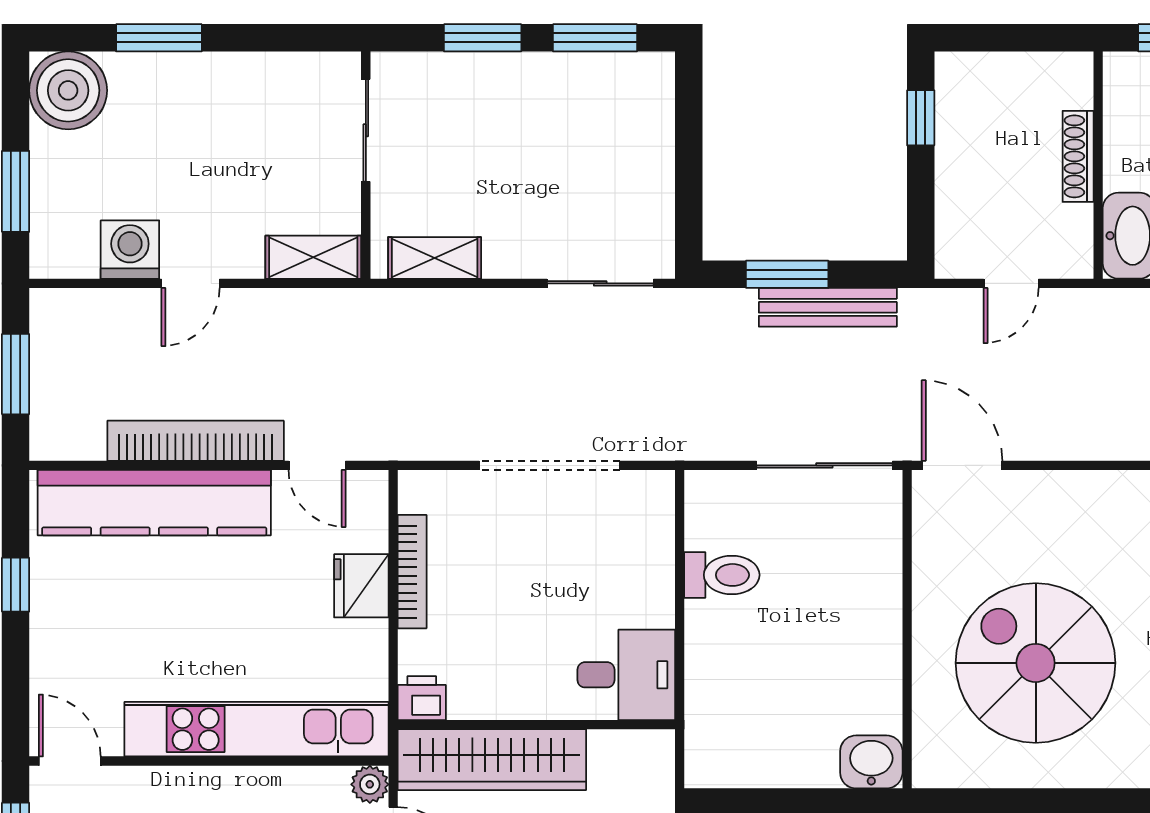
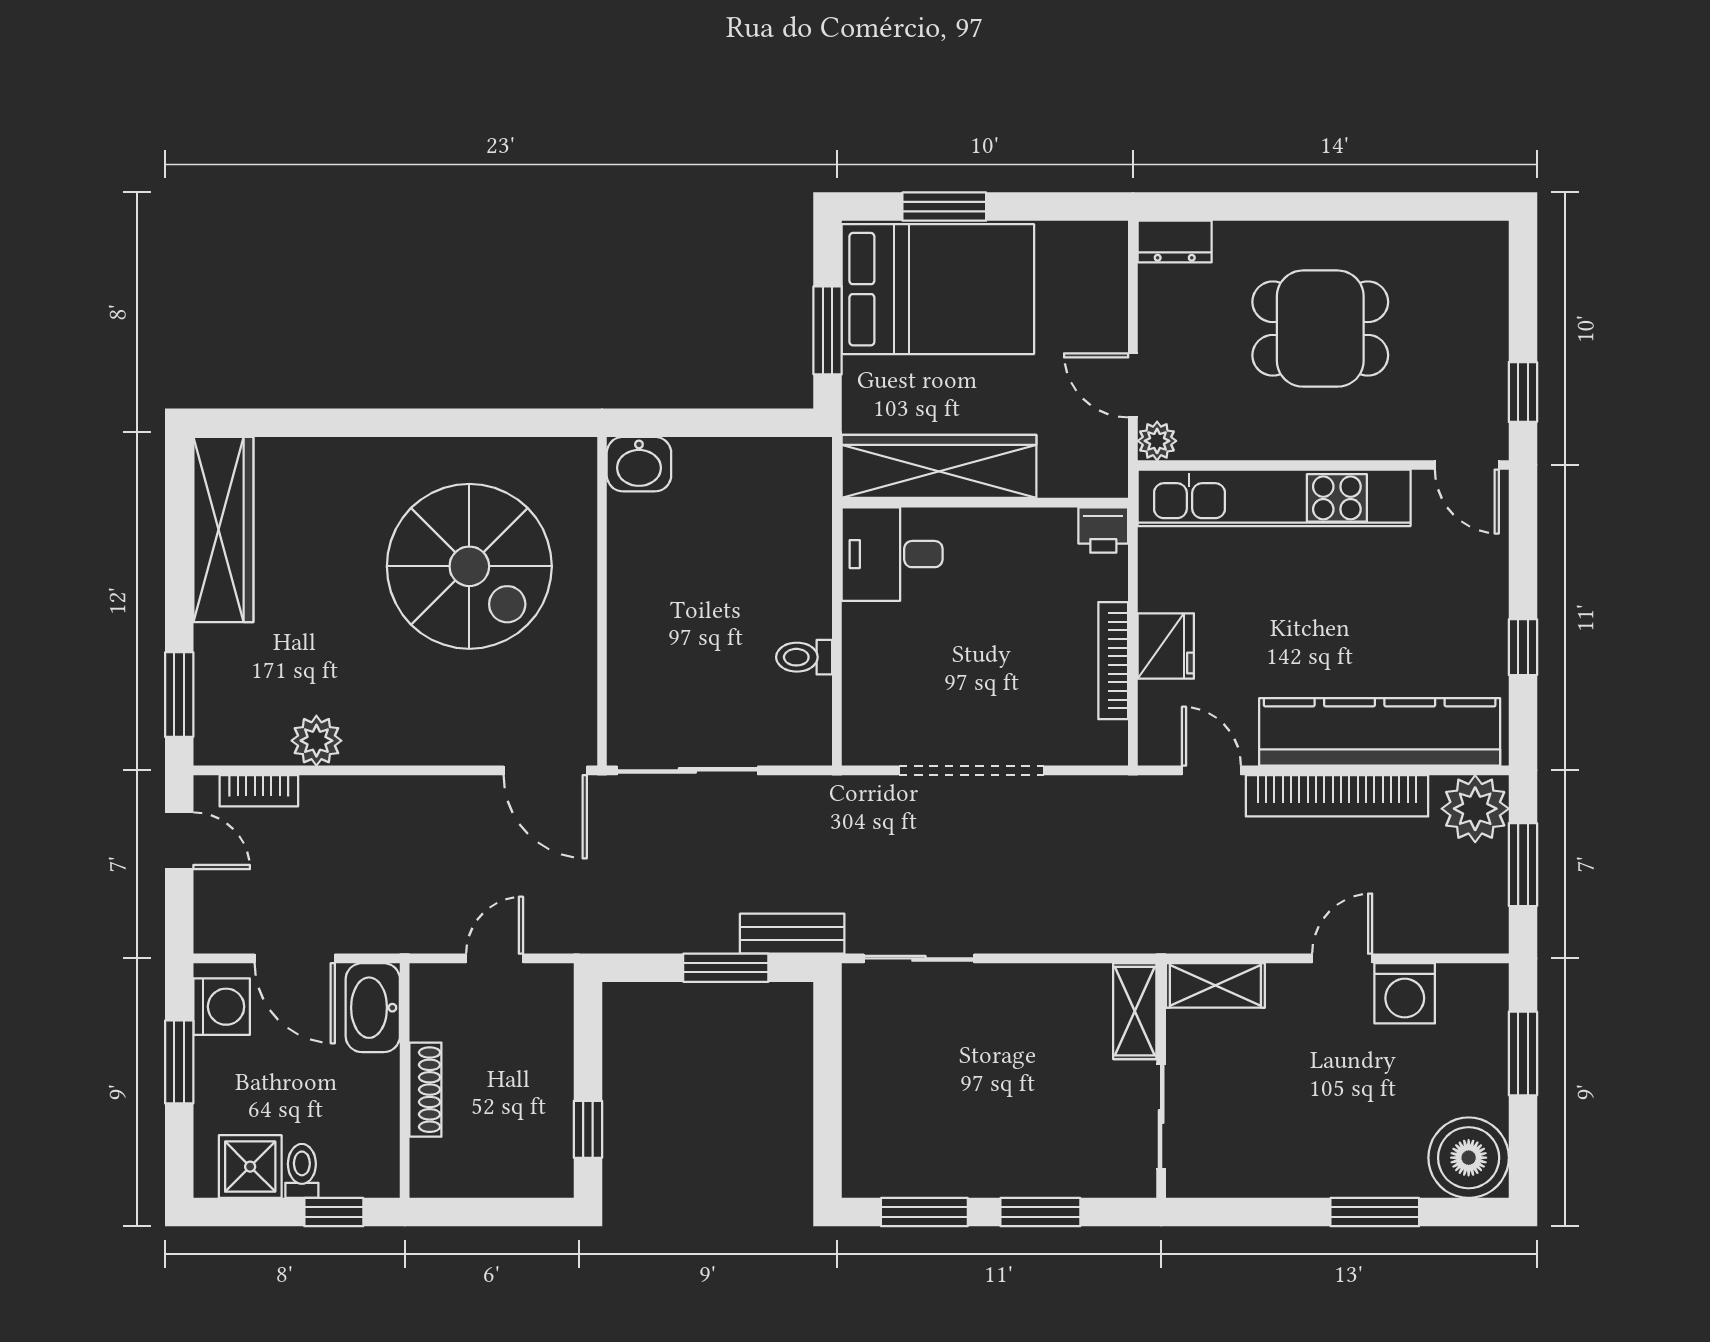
shelving: (435, 258) -> (1135, 1011), moved, turned 90
bench: (828, 307) -> (792, 934), moved, width x0.73
plant: (62, 428) -> (1475, 809), added
toilet: (722, 575) -> (804, 657), width x0.73, depth x0.72
wardrobe: (492, 760) -> (939, 466), moved

